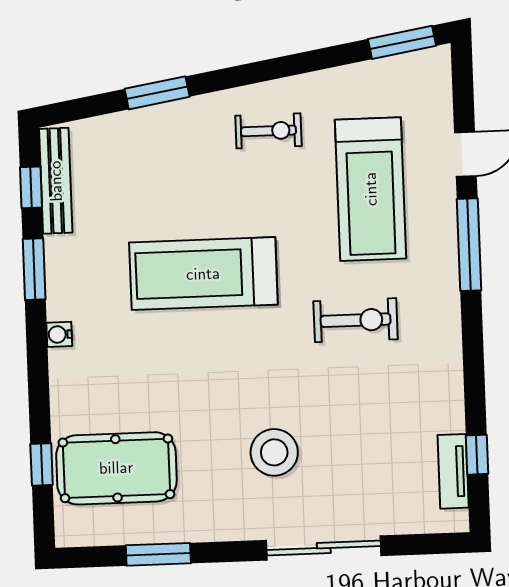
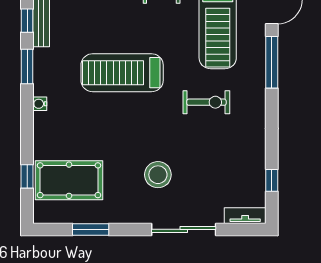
tv unit: (453, 471) -> (245, 216), moved, turned 90

